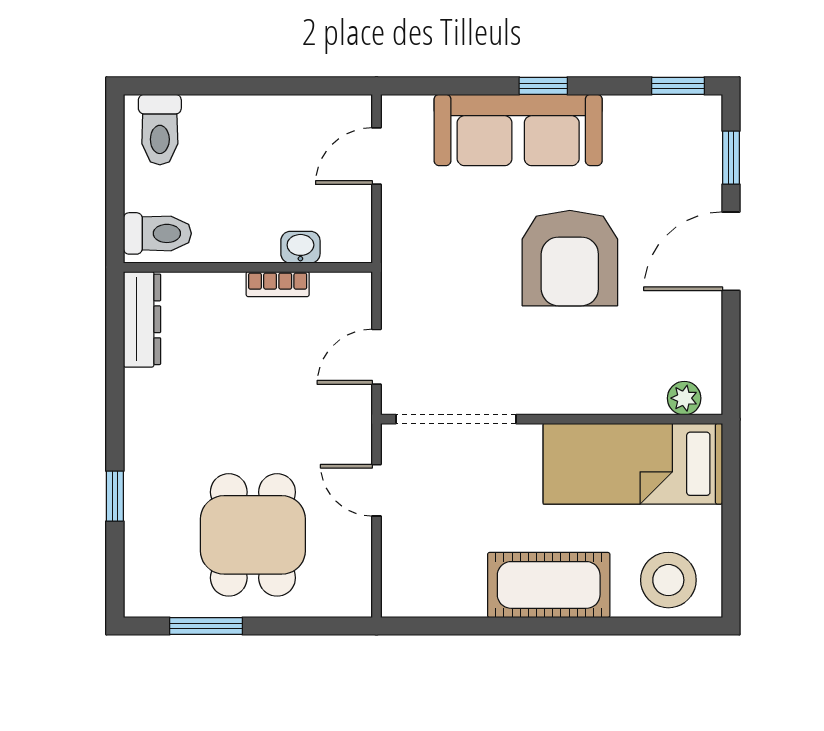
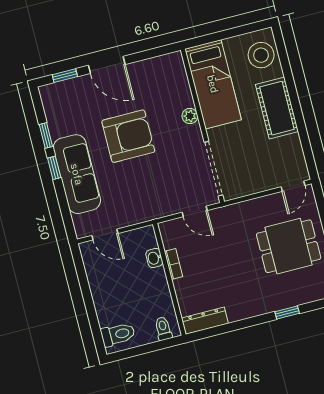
window: (678, 86) -> (46, 135), moved
toilet: (157, 233) -> (163, 329), width x0.73, depth x0.72
plant: (684, 398) -> (190, 116), moved
door: (376, 490) -> (293, 186), moved

